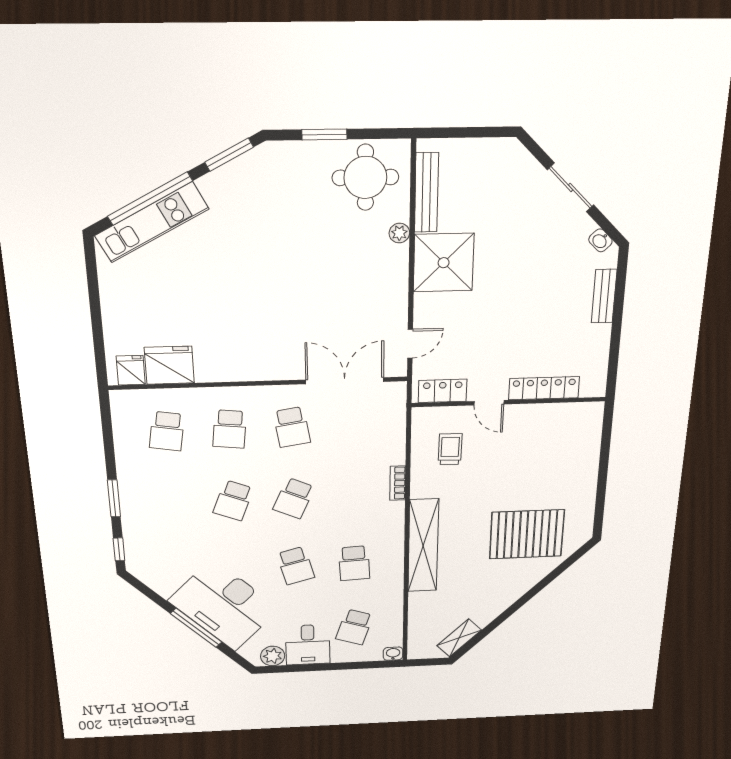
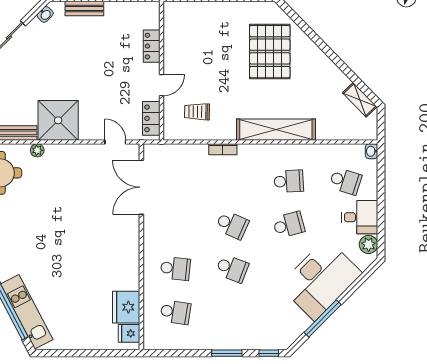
locker: (544, 388) -> (152, 46), width x0.66
school desk: (292, 427) -> (175, 225), removed
window: (196, 628) -> (323, 318), moved

